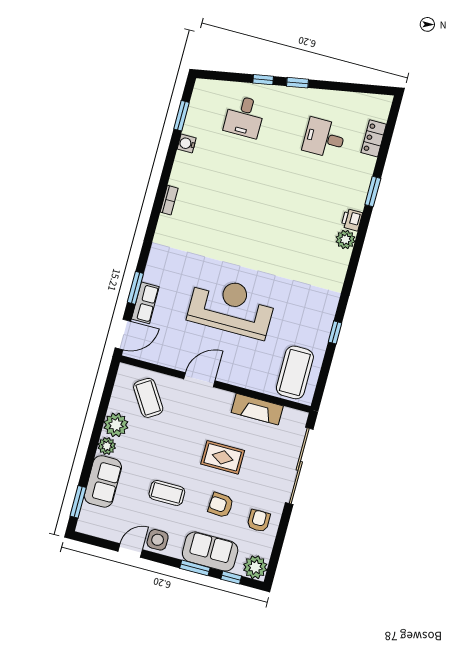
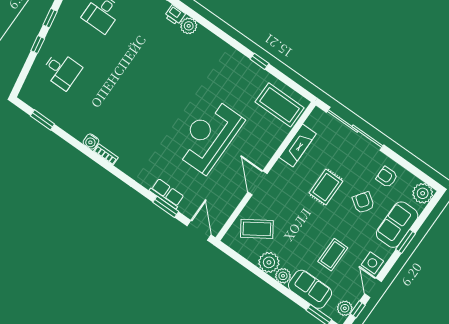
water cooler: (187, 144) -> (91, 142), moved
row of seats: (145, 303) -> (167, 194), moved
coffee table: (167, 493) -> (333, 255), moved
armchair: (221, 505) -> (363, 203), turned 121
plant: (96, 528) -> (345, 308), added
window: (231, 578) -> (358, 309), moved

